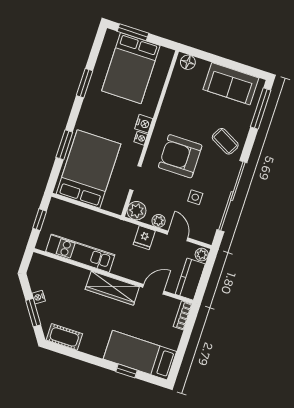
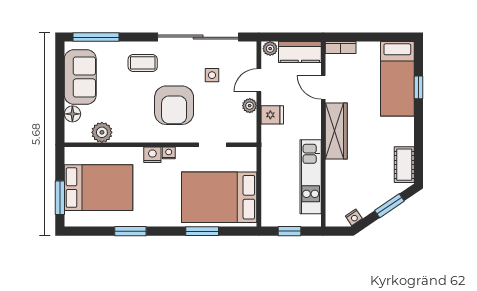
floor lamp: (188, 62) -> (72, 114), moved
coffee table: (225, 141) -> (143, 63), turned 62
plant: (136, 211) -> (102, 132), moved
nightstand: (39, 297) -> (354, 217), moved

